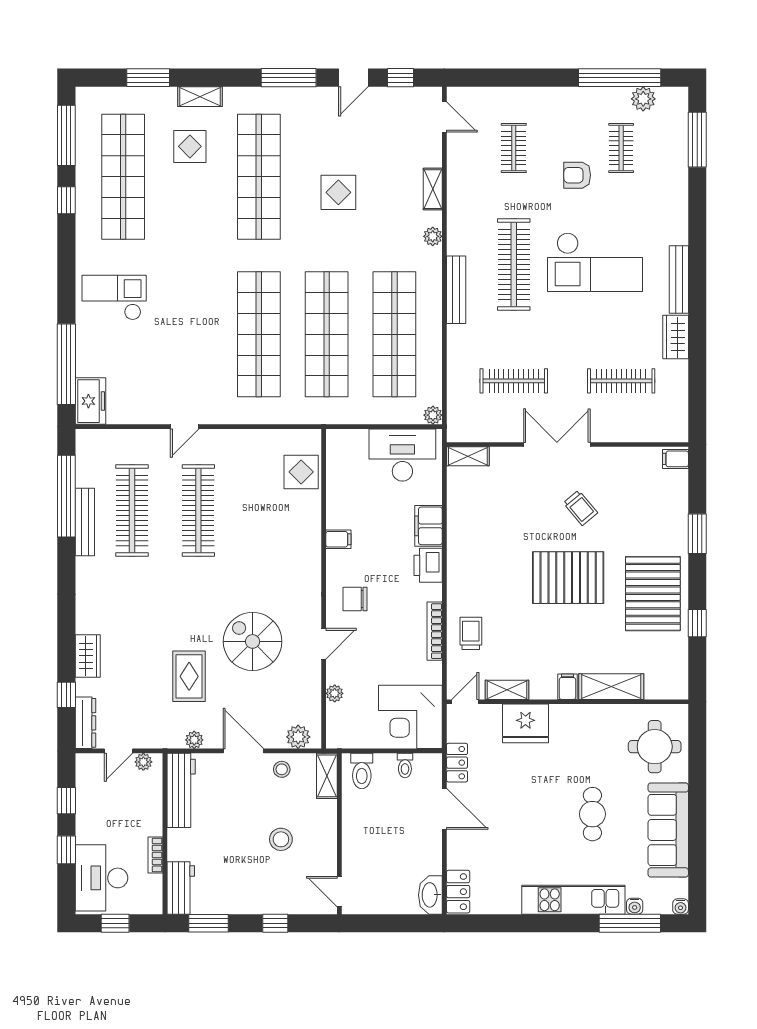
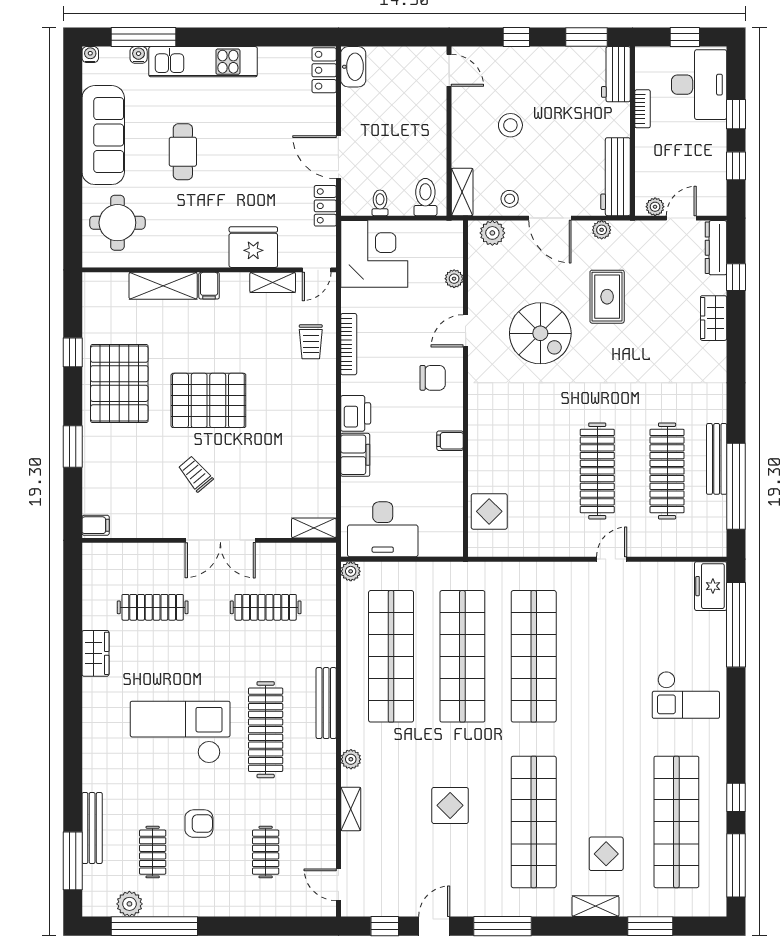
bench: (679, 279) -> (92, 828), moved

